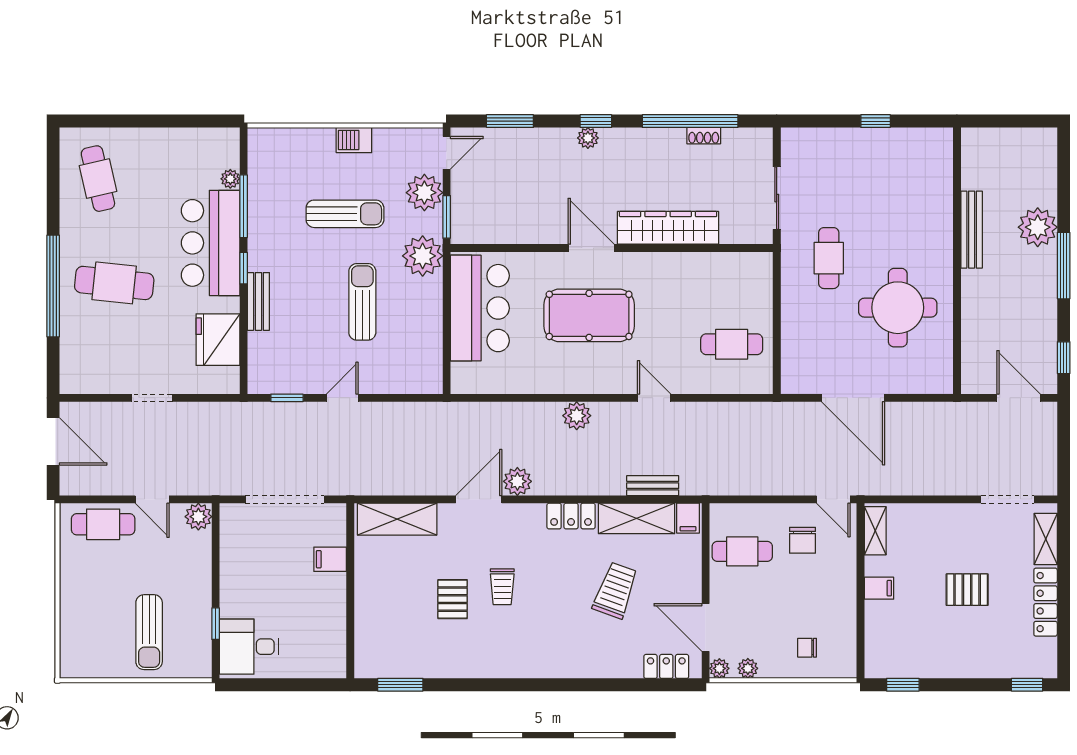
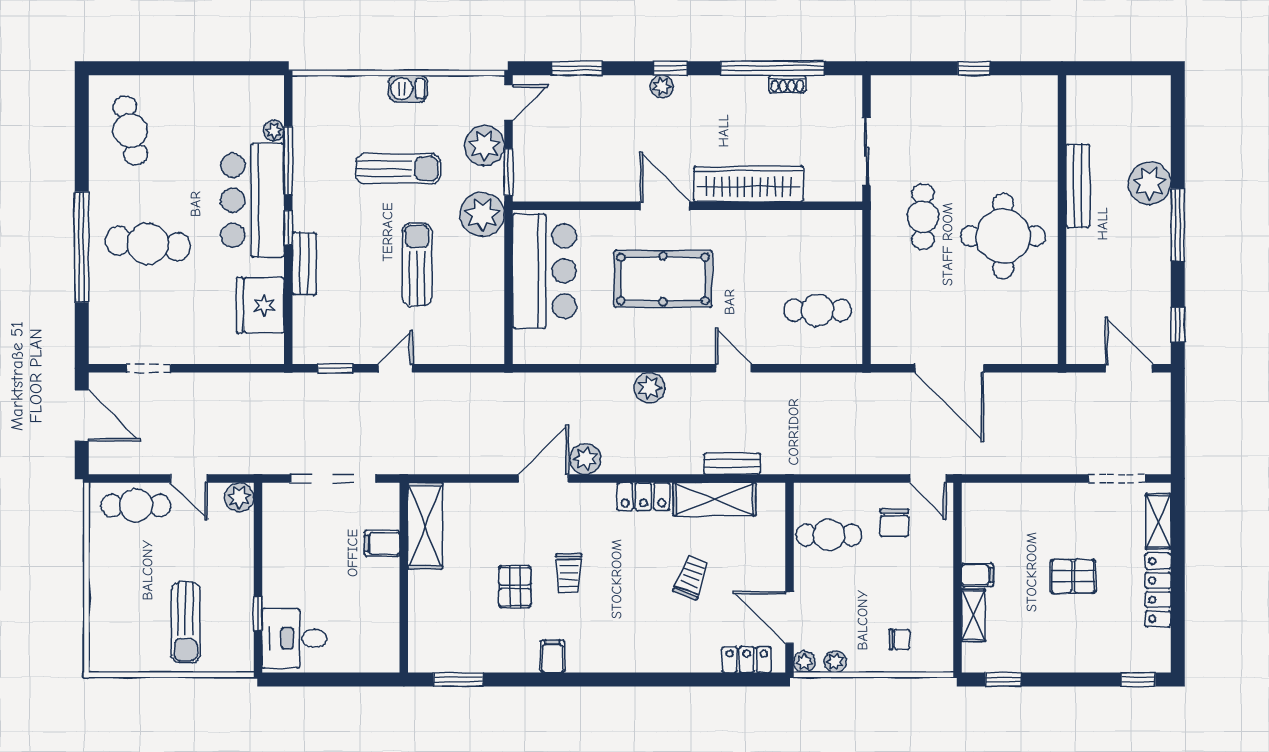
round table: (898, 308) -> (1003, 236), moved
doorway: (152, 398) -> (148, 368), moved
filing cabinet: (688, 518) -> (553, 656), moved, turned 180
shelving: (397, 519) -> (425, 526), moved, turned 90
shelving: (875, 531) -> (973, 615), moved
trolley: (615, 590) -> (691, 577), width x0.73, depth x0.72
chair: (807, 648) -> (899, 639), turned 180

